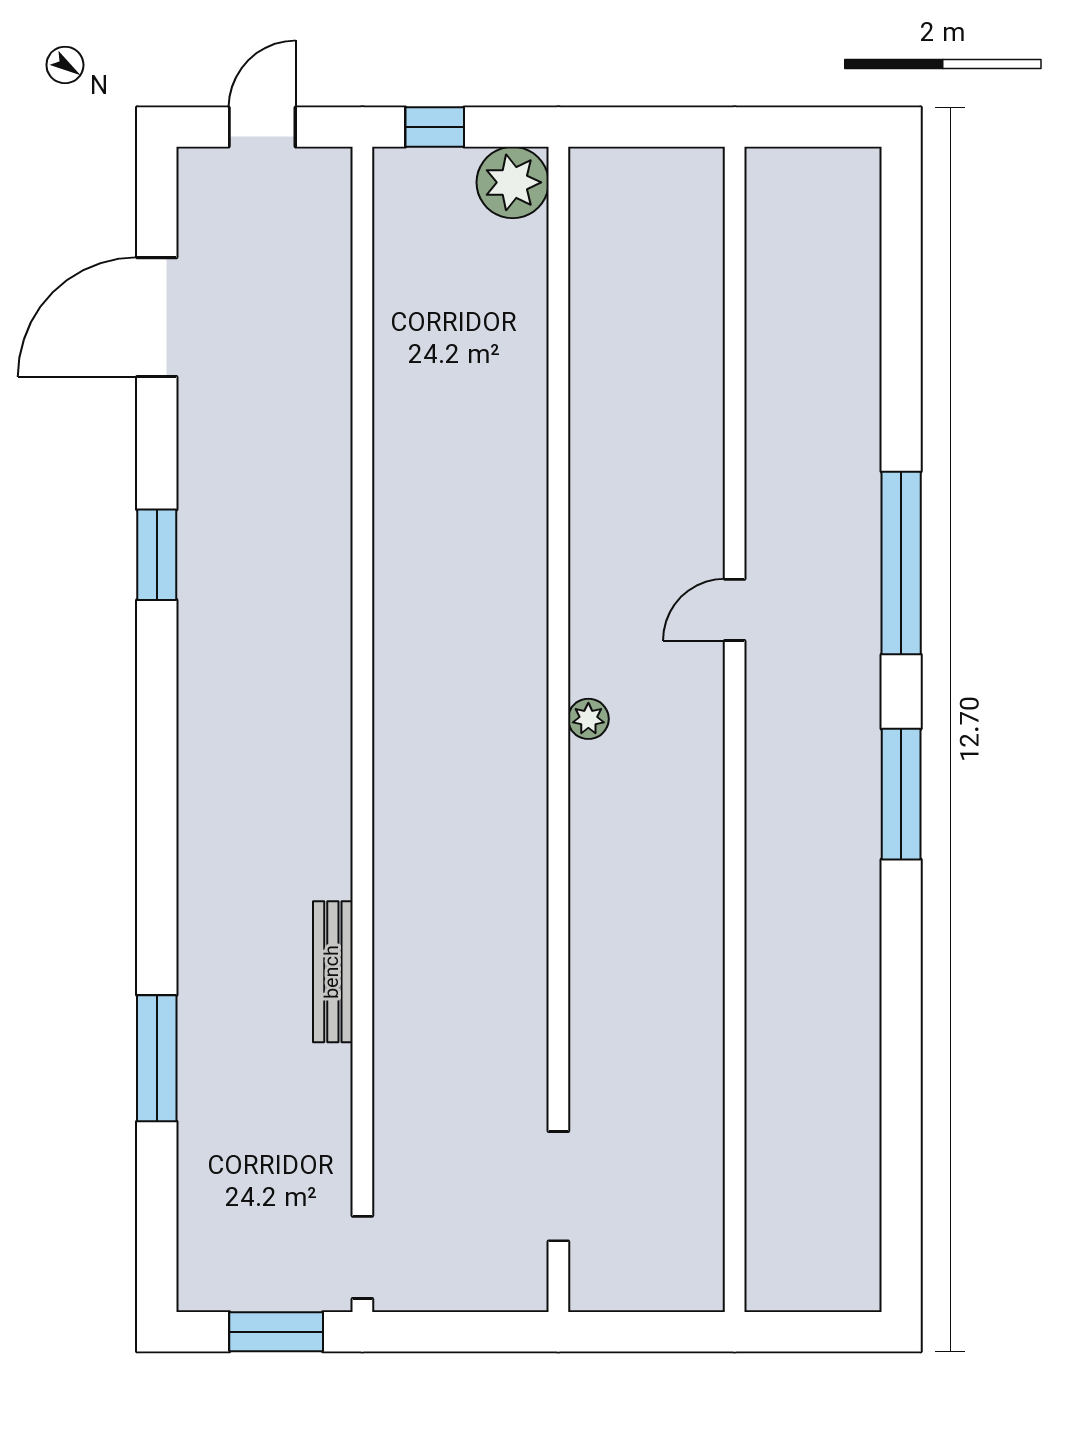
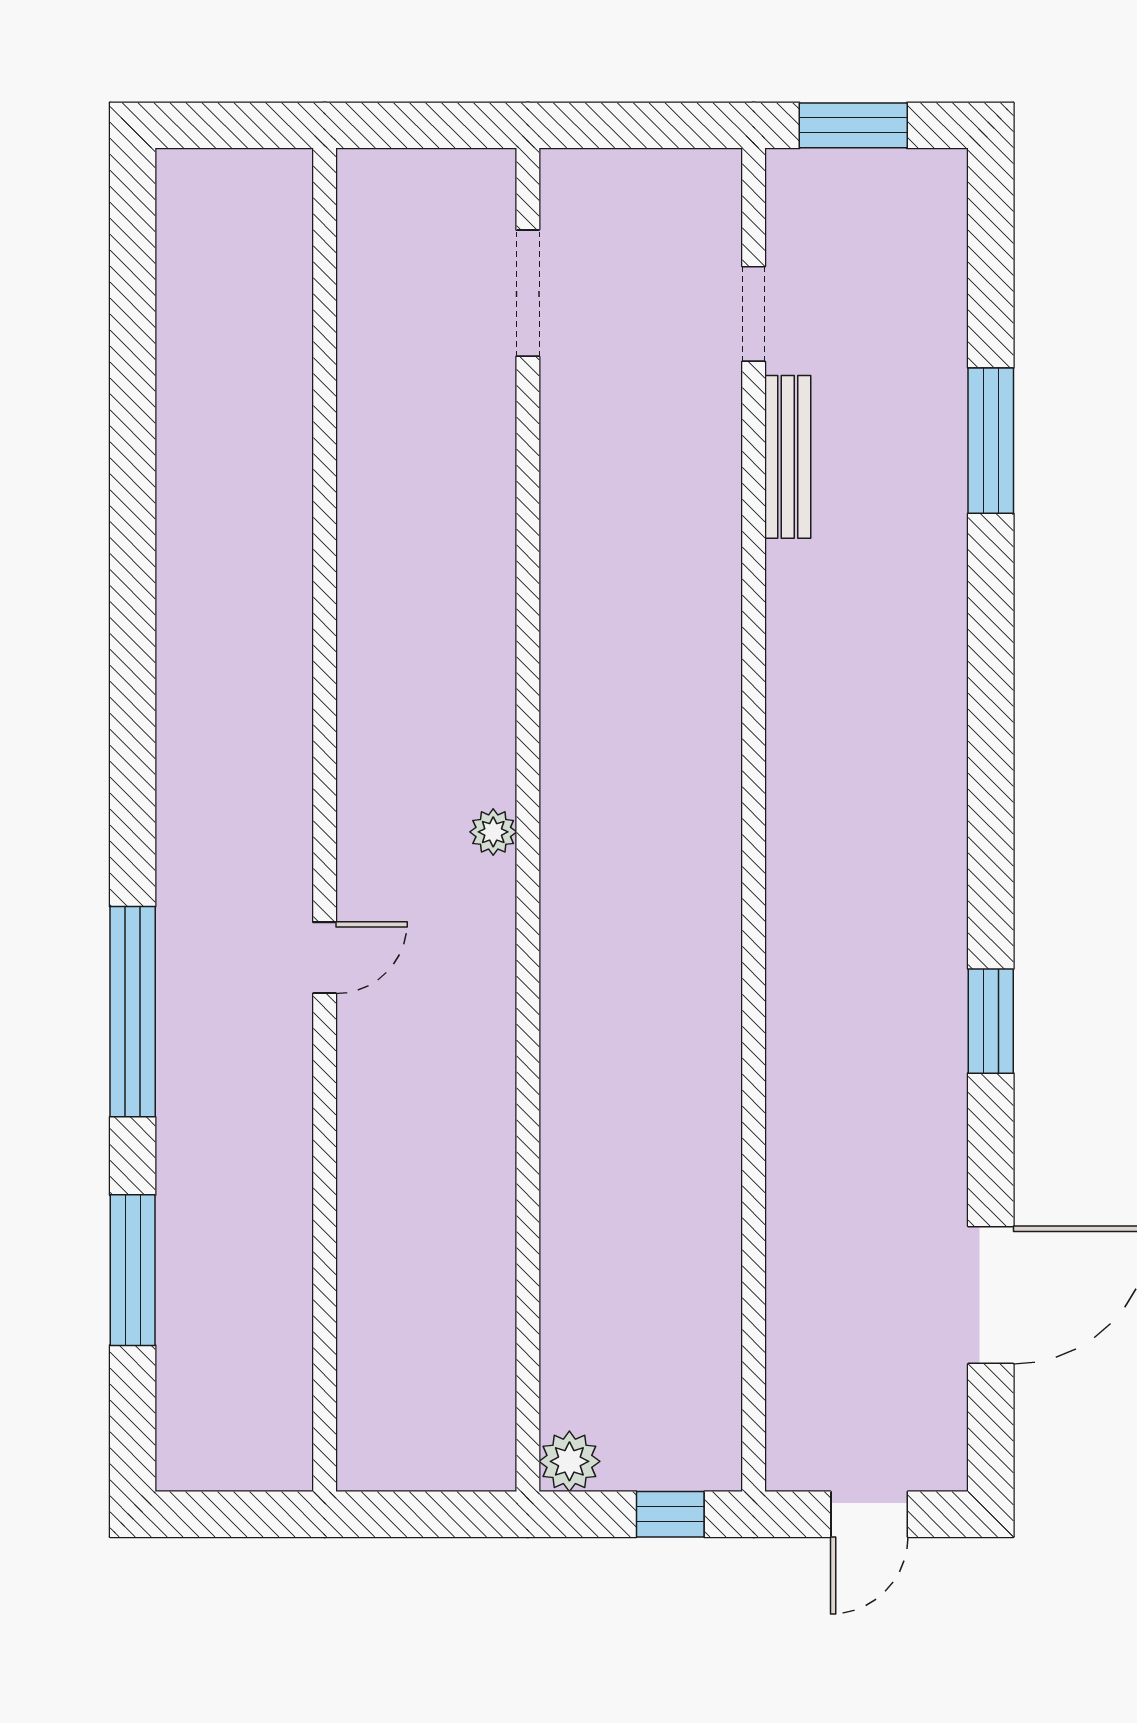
plant: (513, 182) -> (569, 1461), width x0.73, depth x0.73
window: (901, 794) -> (133, 1270), moved
bench: (333, 972) -> (788, 457), moved
doorway: (362, 1257) -> (754, 314), moved

